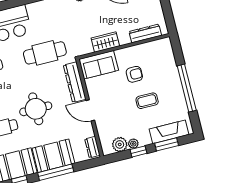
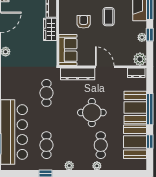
wardrobe: (105, 42) -> (50, 29), moved
cafe table: (45, 53) -> (46, 93), width x0.73, depth x0.74
door: (90, 110) -> (105, 67), swing flipped
plant: (120, 144) -> (140, 59), moved

